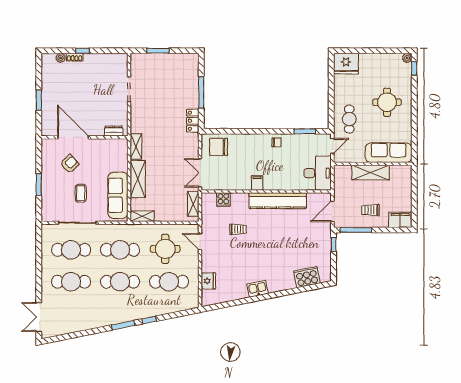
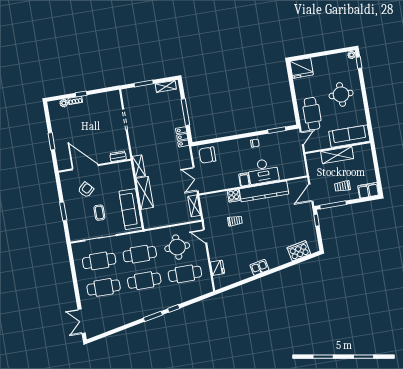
cafe table: (349, 119) -> (312, 114), width x1.37, depth x1.35
desk: (318, 173) -> (263, 171), moved, turned 90
cooker: (223, 200) -> (234, 196), moved
shelving: (142, 216) -> (166, 86), moved

